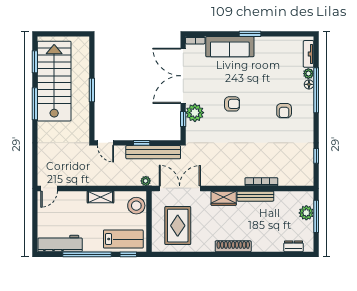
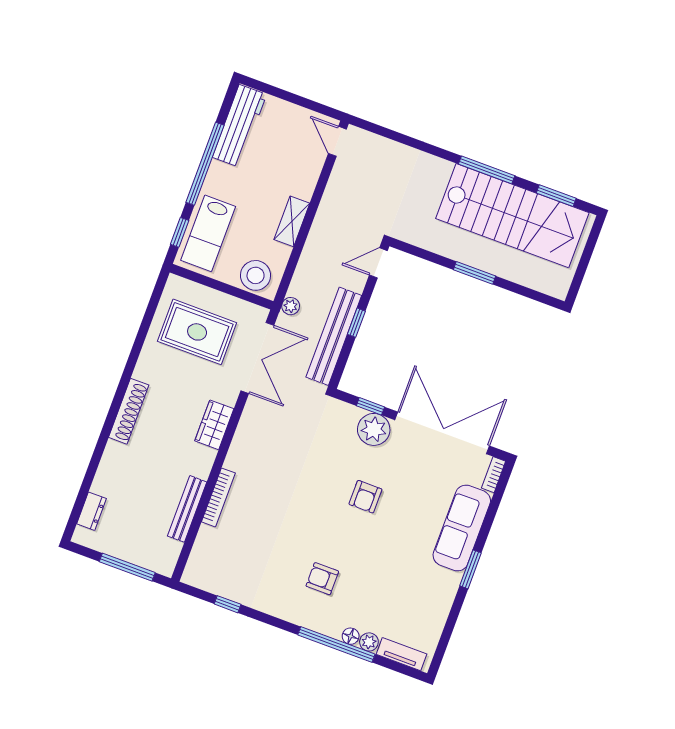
bench: (255, 196) -> (187, 509), moved
plant: (306, 213) -> (139, 553), removed

